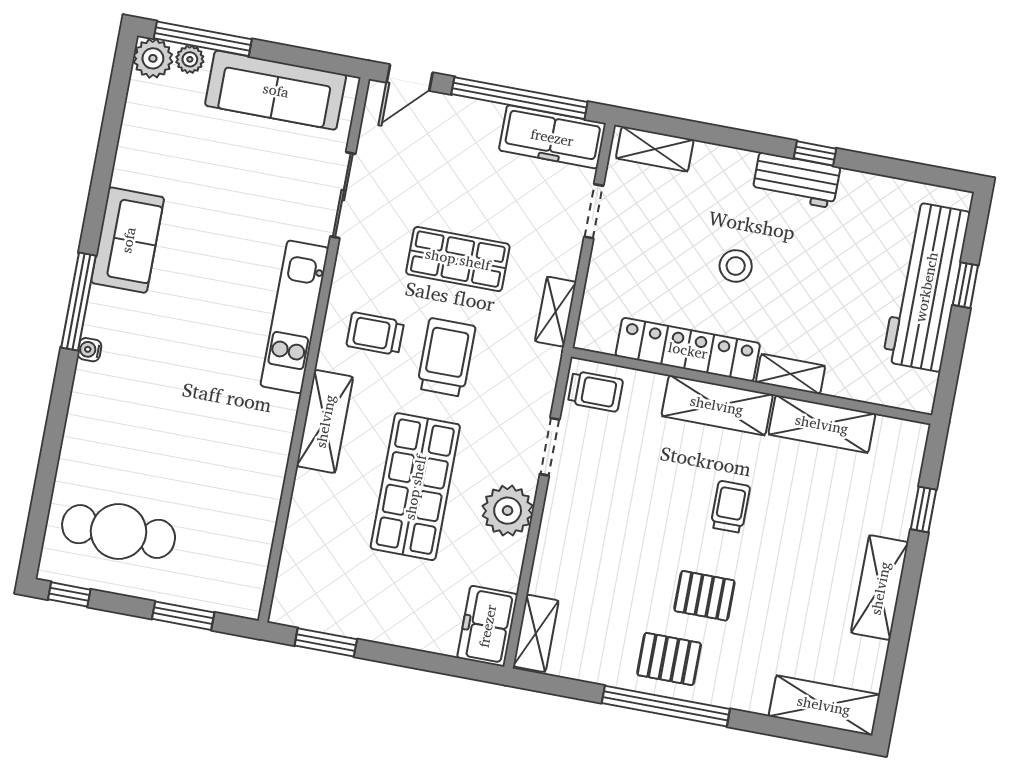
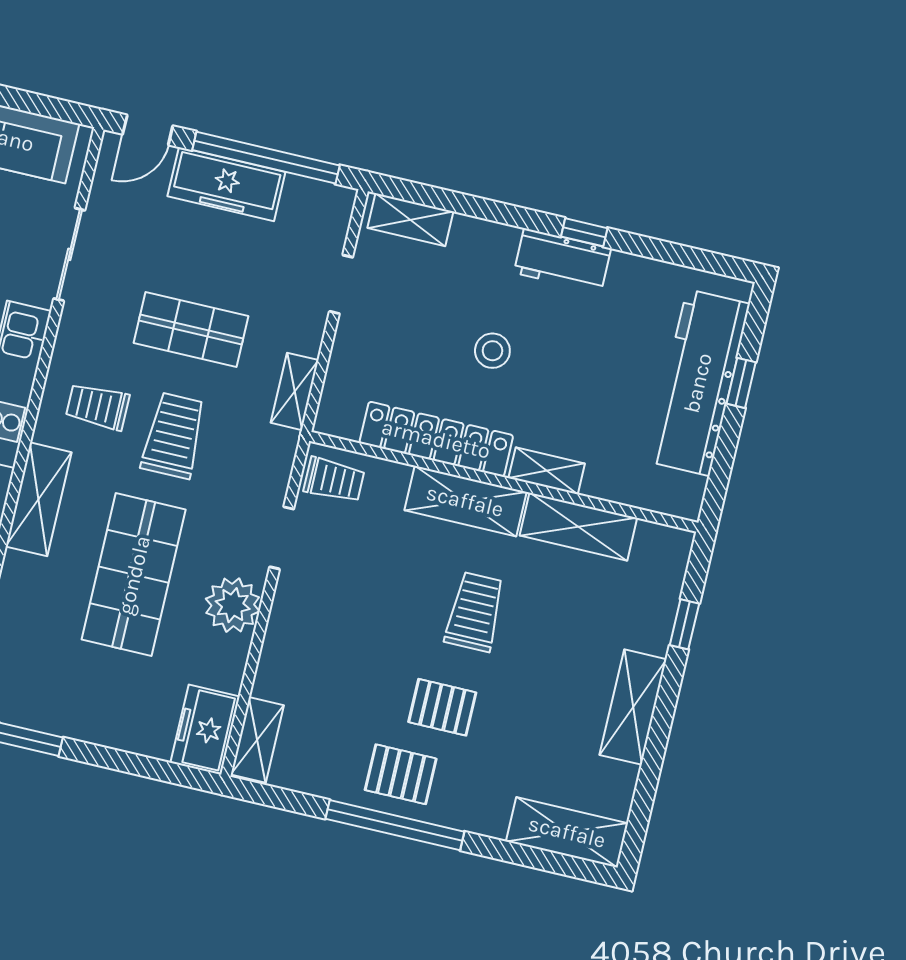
freezer: (552, 137) -> (226, 184), moved
trolley: (730, 507) -> (475, 612), width x1.36, depth x1.39

